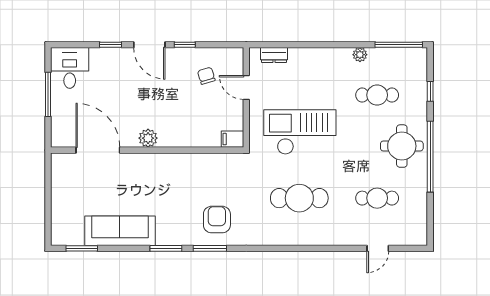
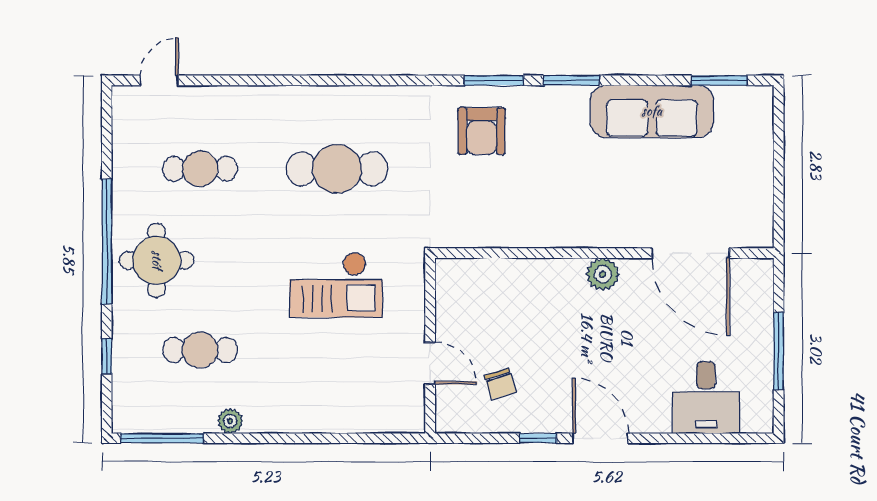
window: (111, 45) -> (669, 438), removed
dresser: (274, 55) -> (381, 420), removed
desk: (70, 68) -> (706, 398), moved
checkout: (300, 132) -> (336, 285), width x0.73, depth x0.83
filing cabinet: (232, 139) -> (454, 272), removed
door: (378, 248) -> (159, 80), moved

